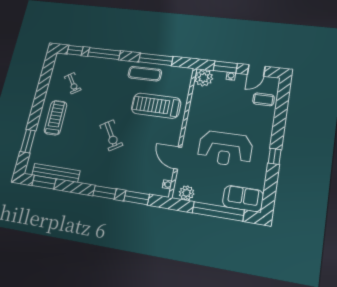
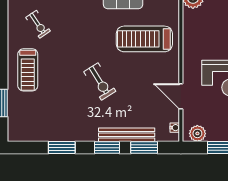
treadmill: (56, 118) -> (28, 70), turned 180
bench: (56, 173) -> (127, 135), moved
window: (44, 182) -> (62, 148), moved

